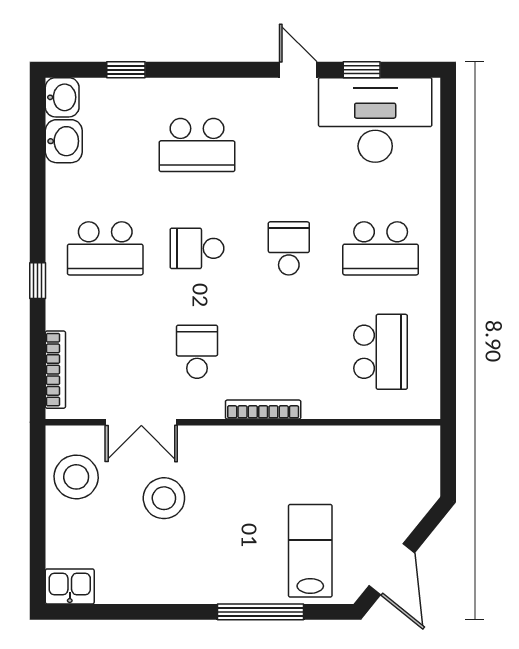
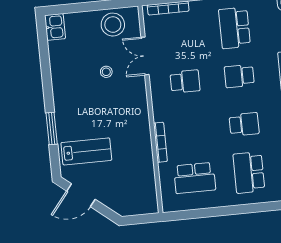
school desk: (197, 248) -> (239, 76), turned -90
bookcase: (263, 410) -> (160, 142), moved
stool: (164, 498) -> (106, 72), width x0.53, depth x0.53
window: (260, 612) -> (52, 128), width x0.69

